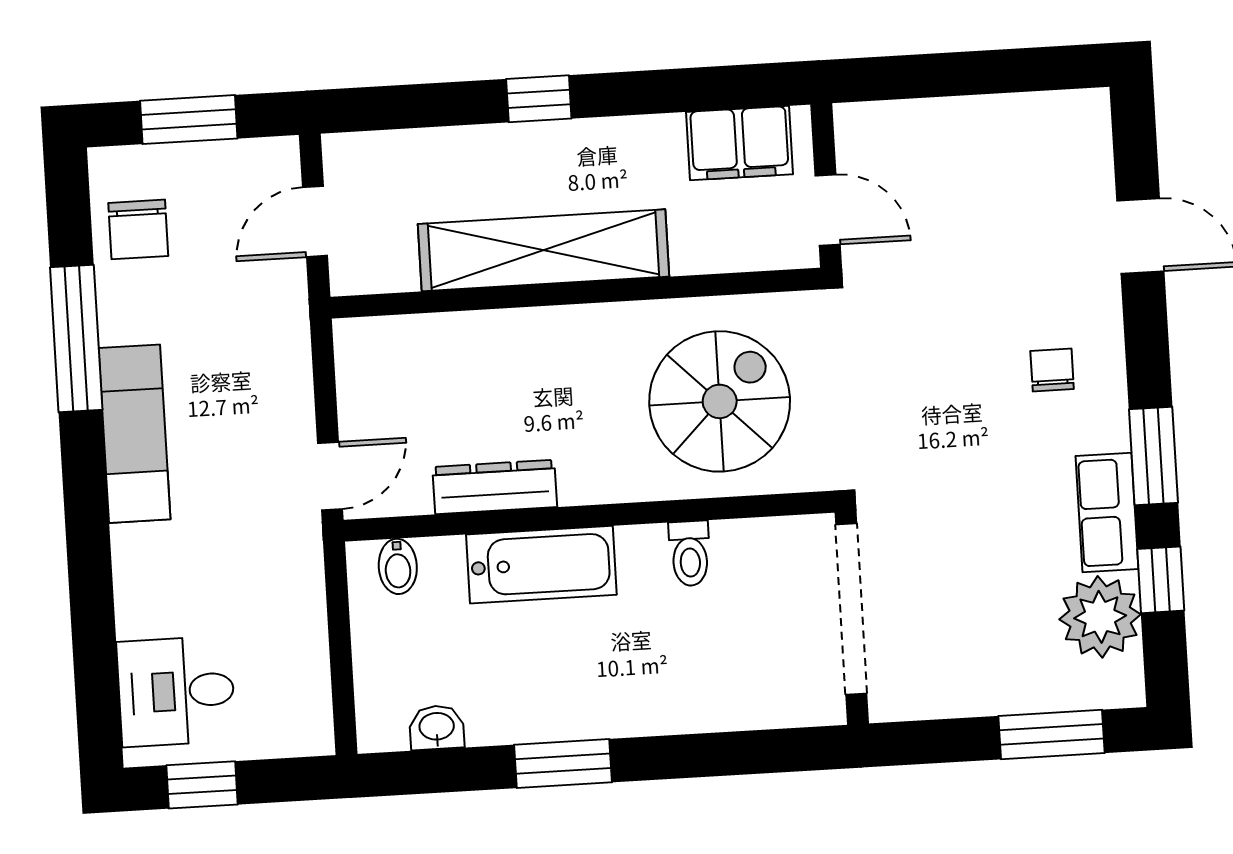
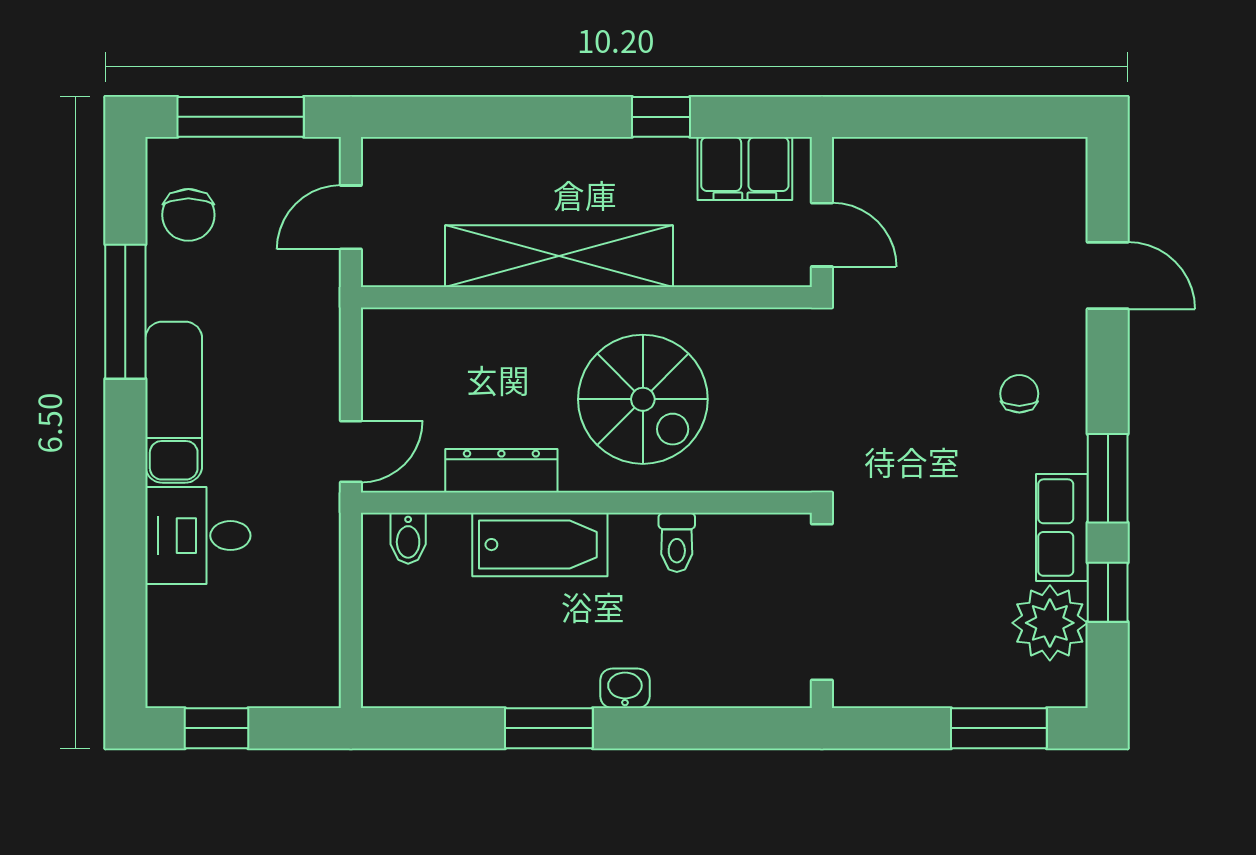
window: (539, 99) -> (661, 117), moved
window: (189, 120) -> (241, 117), width x1.44
spiral stairs: (720, 401) -> (643, 399), moved, turned 90
desk: (176, 691) -> (198, 536), moved
washbasin: (437, 728) -> (625, 688), moved

